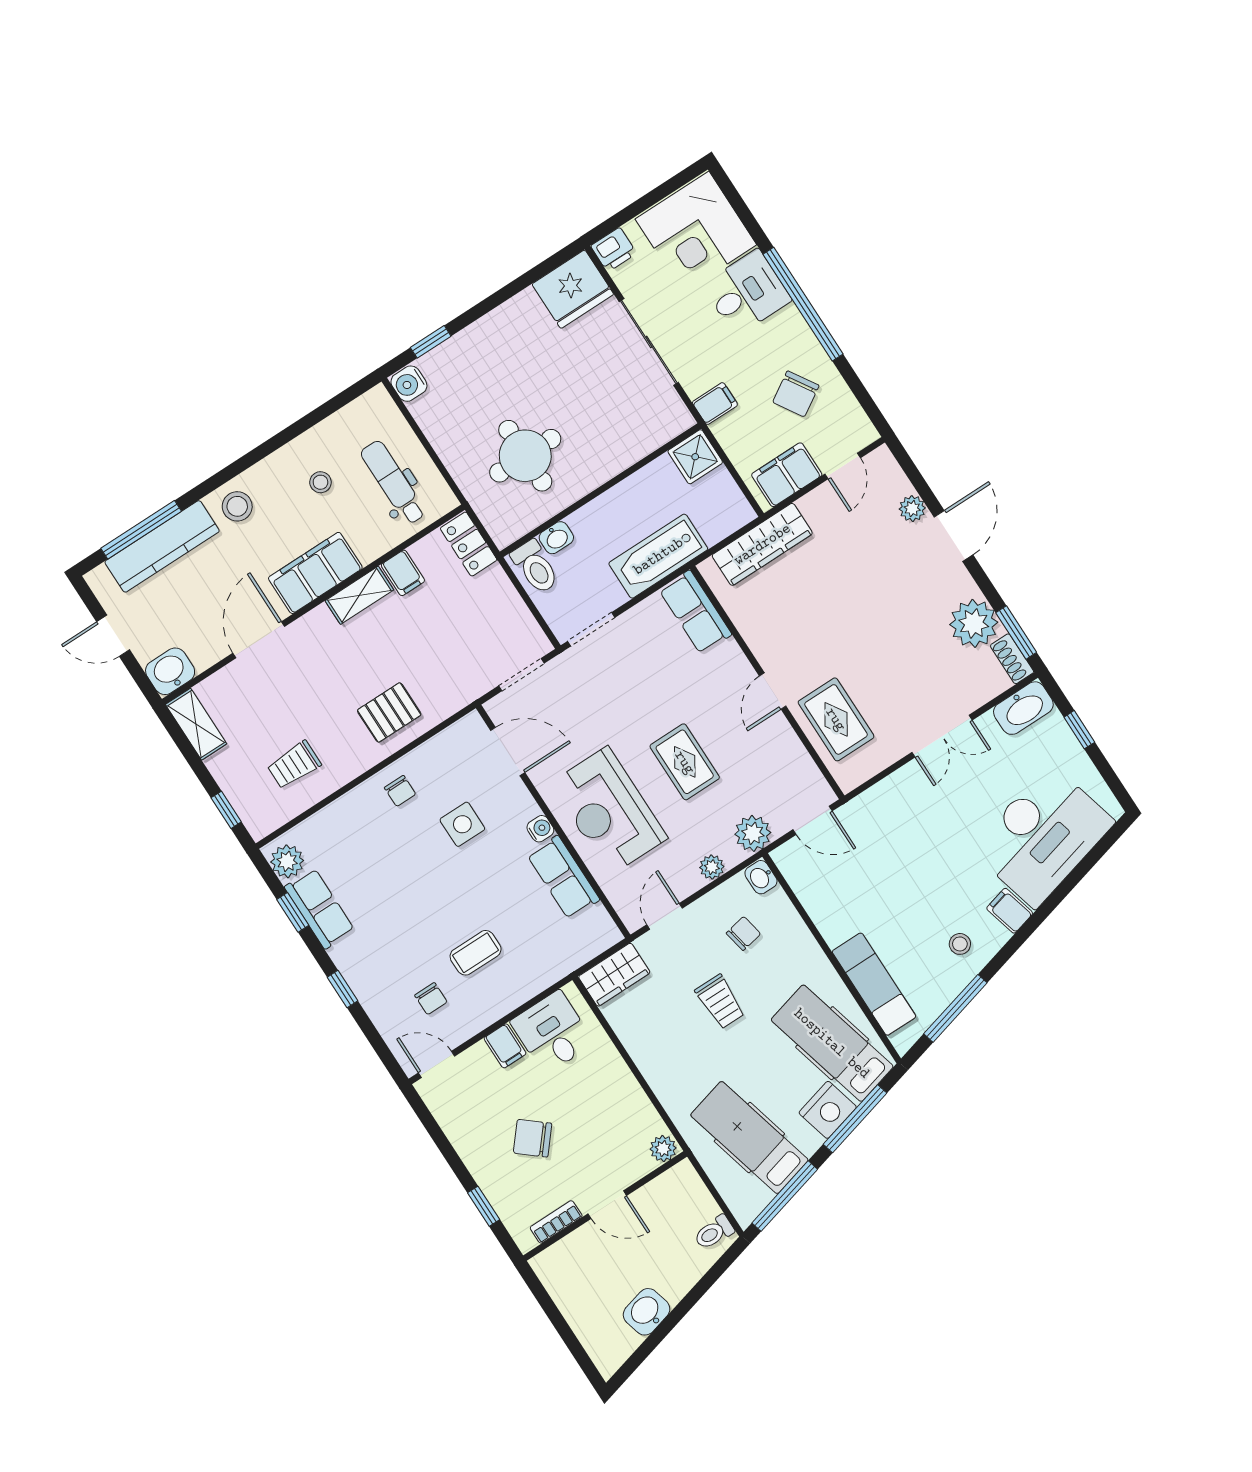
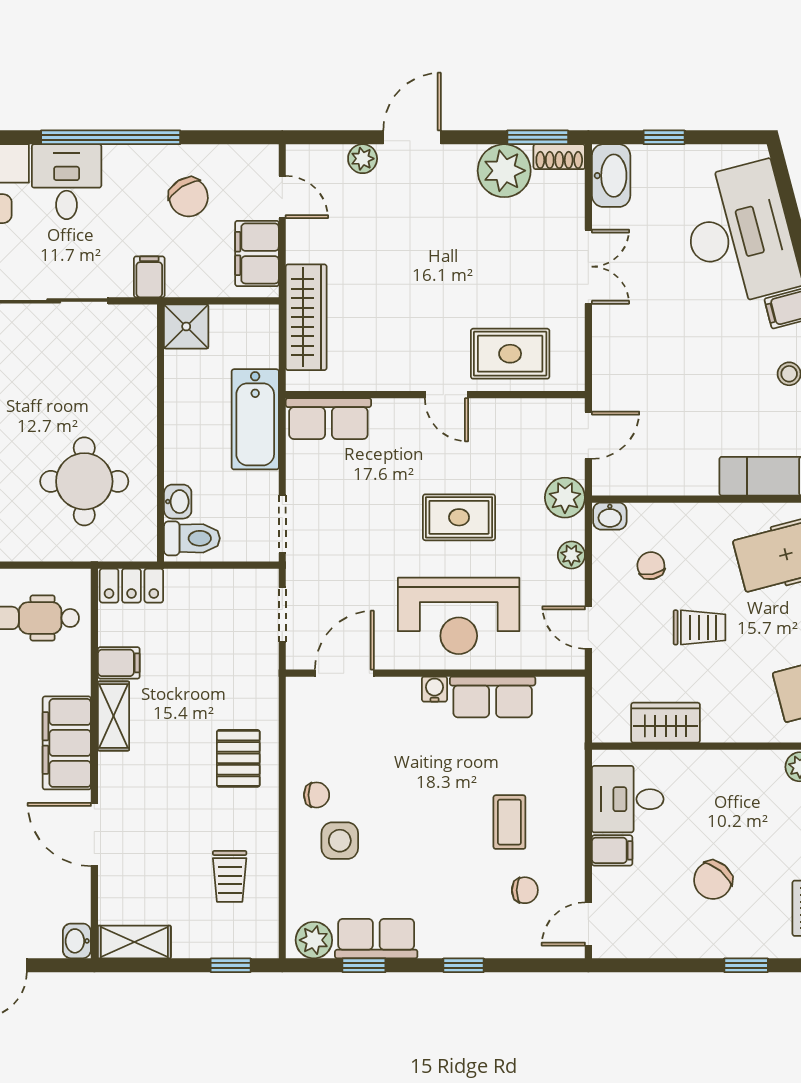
door: (953, 536) -> (412, 137), hinge flipped
washbasin: (170, 671) -> (77, 941), width x0.72, depth x0.69
side table: (462, 824) -> (340, 841), moved
wardrobe: (614, 975) -> (666, 723), moved, turned -90

